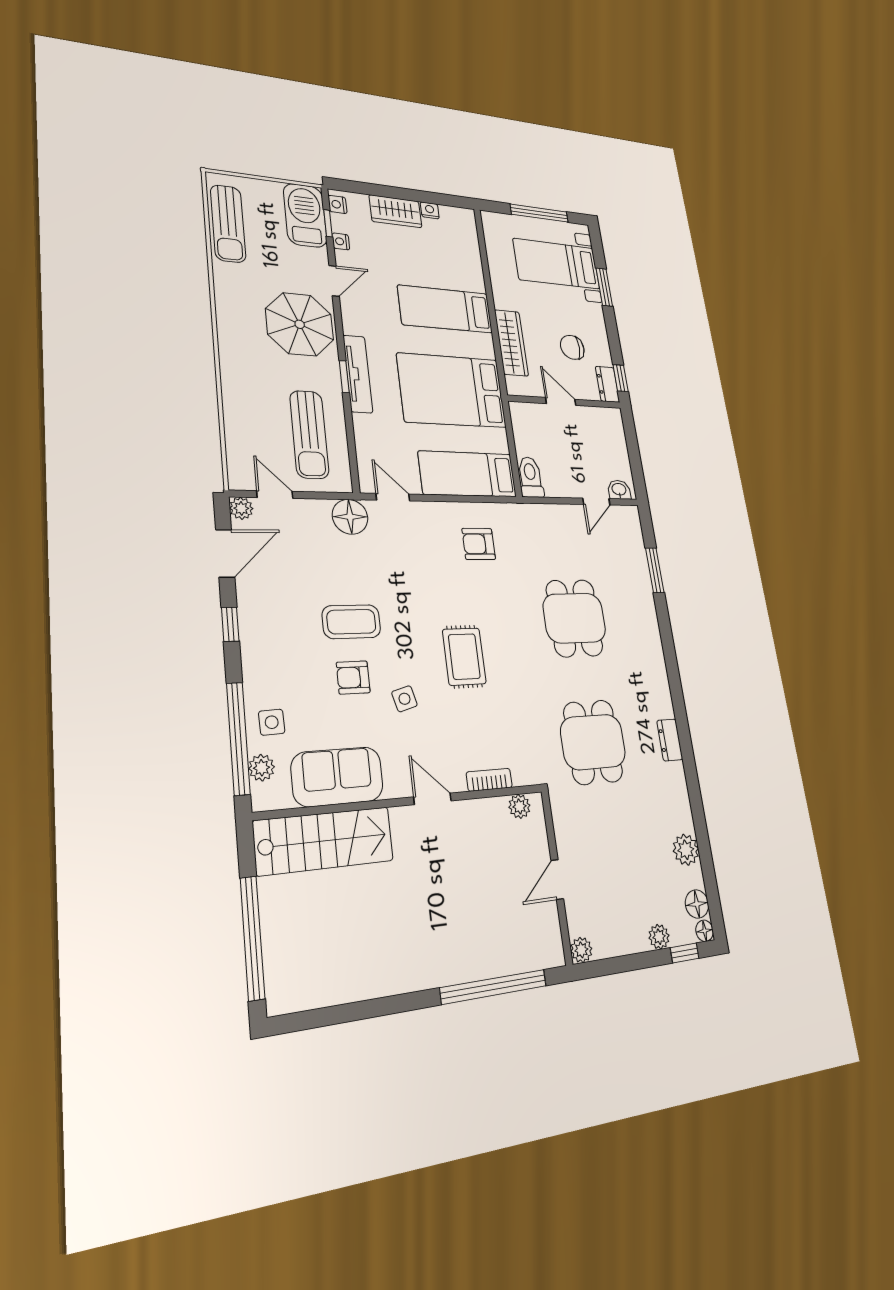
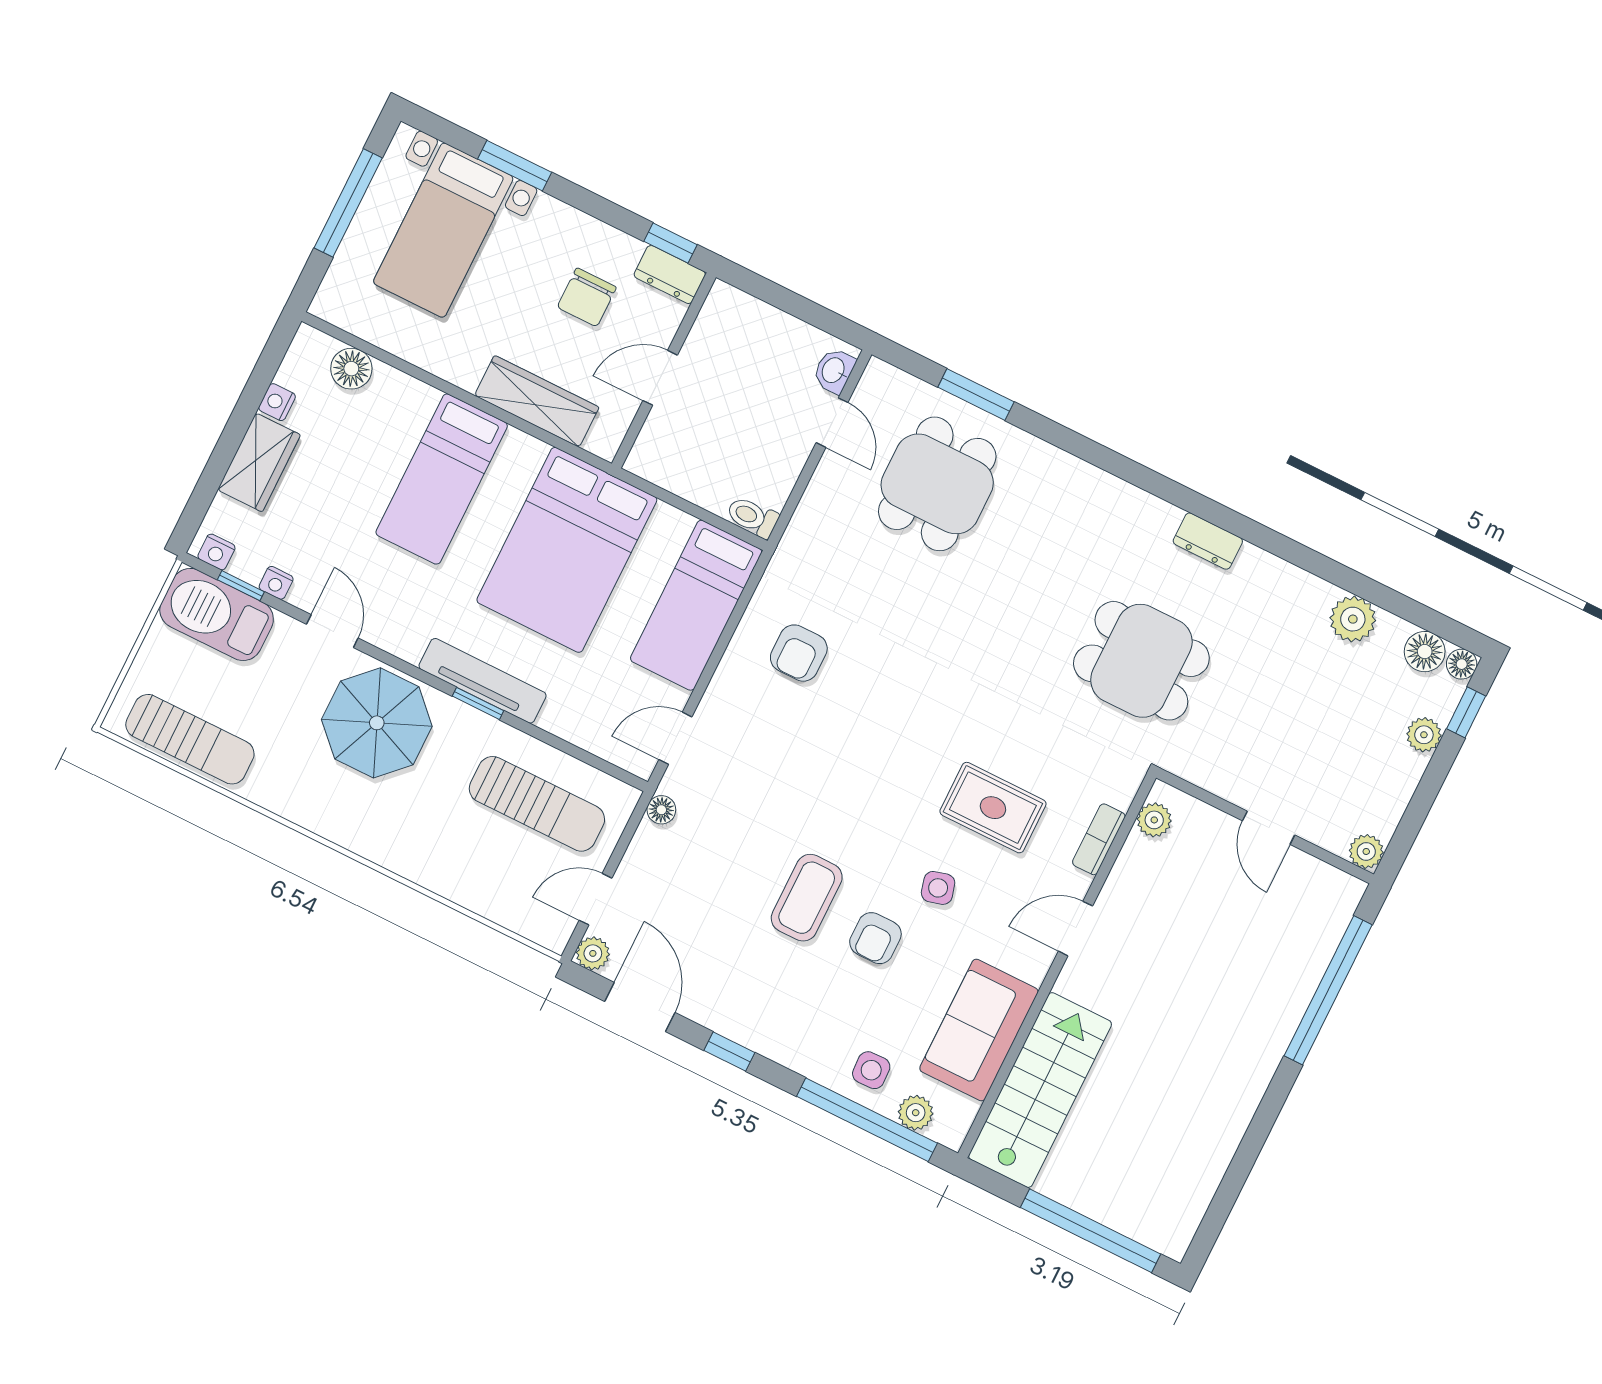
floor lamp: (468, 242) -> (351, 369), added
toilet: (530, 477) -> (752, 517), width x0.73, depth x0.72
floor lamp: (350, 517) -> (661, 810), width x0.53, depth x0.53
dining table: (574, 618) -> (937, 484), moved, turned 90
rug: (464, 656) -> (993, 808), moved

